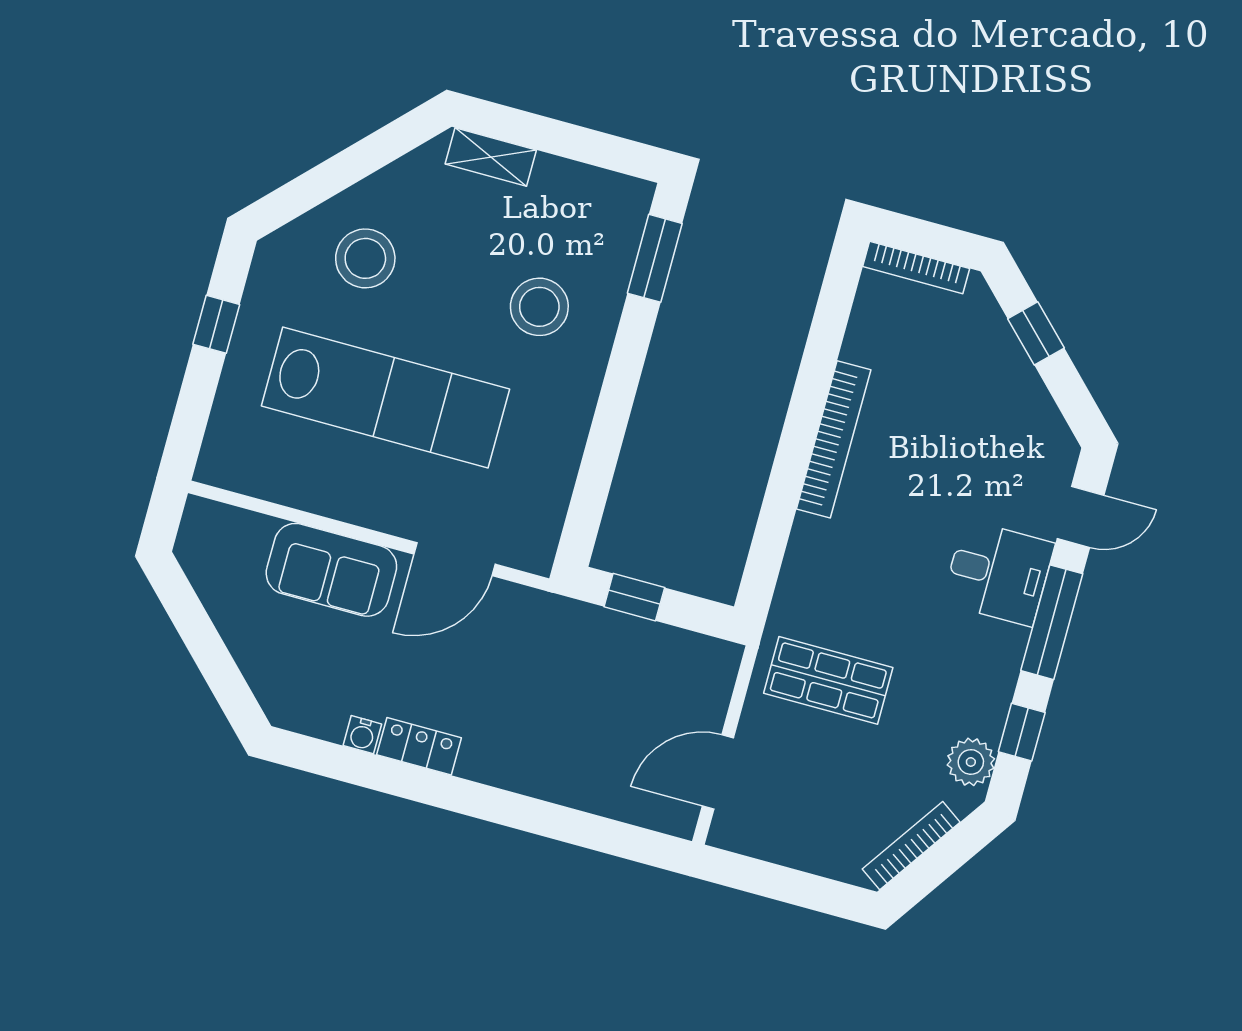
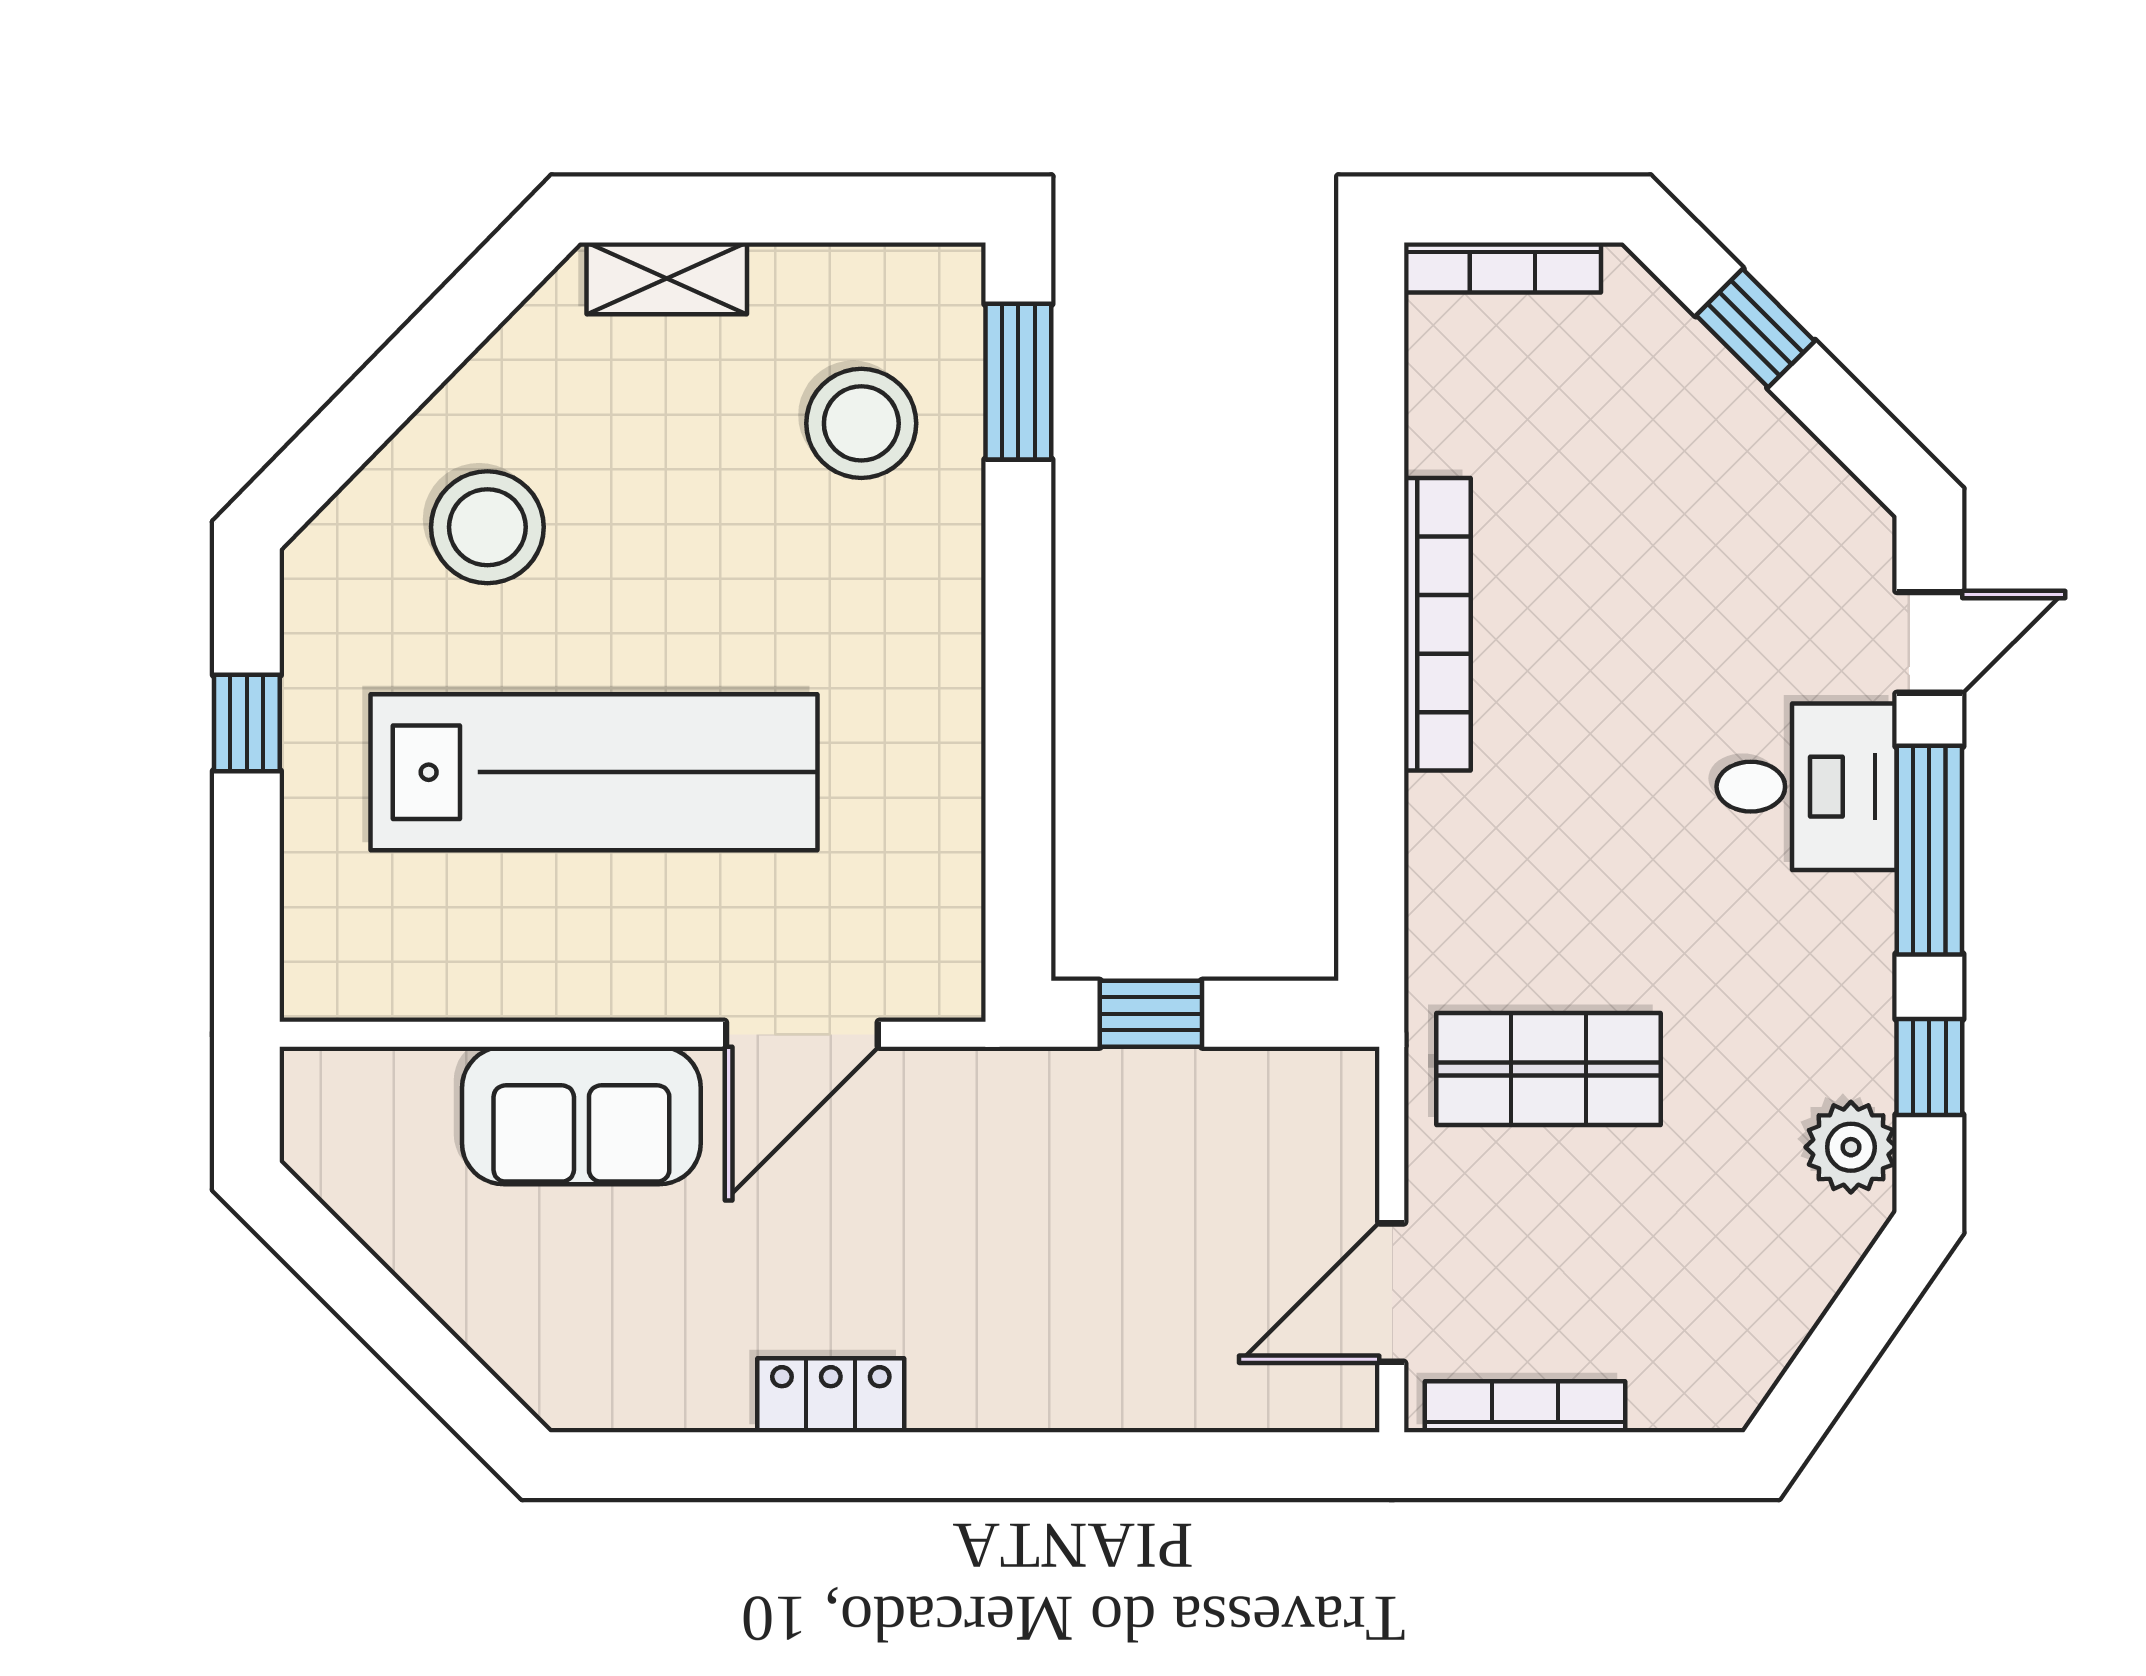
stool: (539, 307) -> (861, 423), moved
water cooler: (362, 735) -> (721, 1403), removed
bookcase: (911, 846) -> (1525, 1407), moved, turned 55

